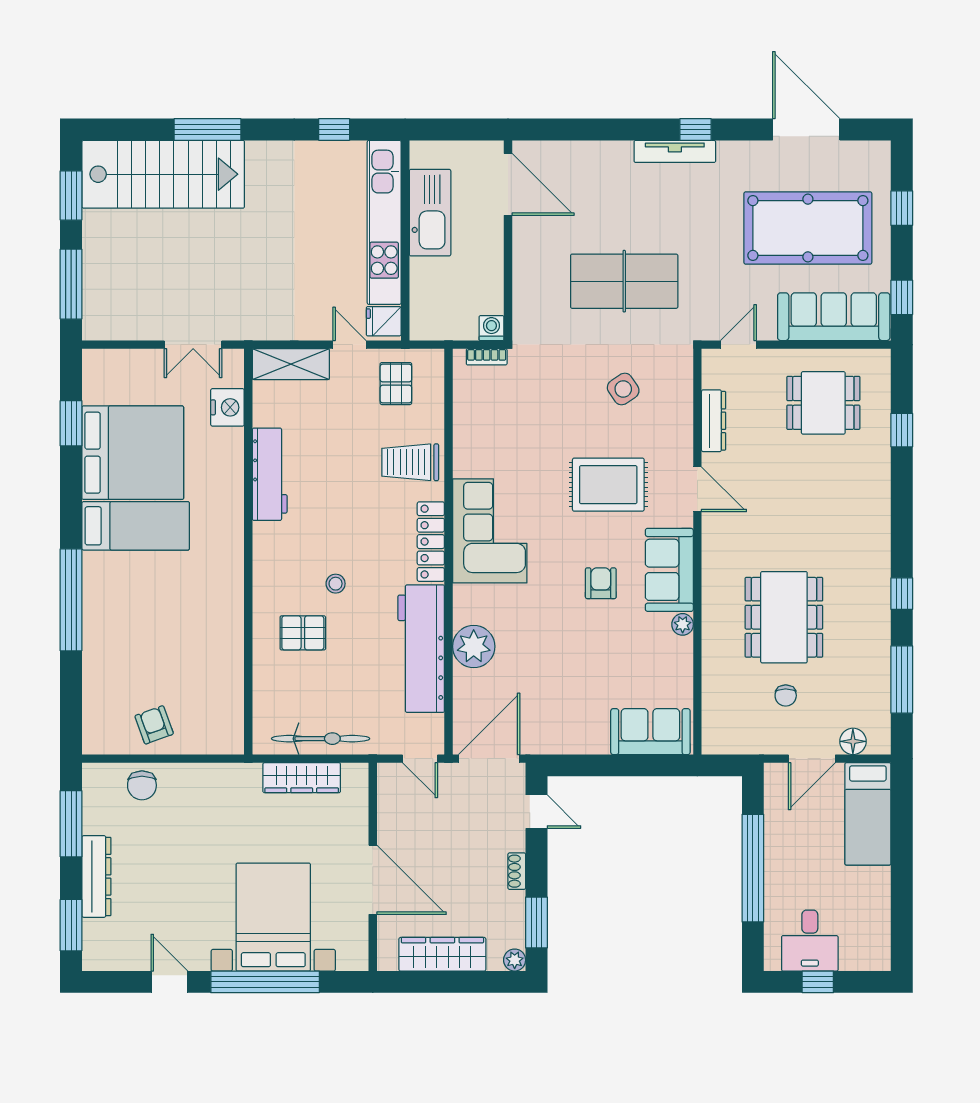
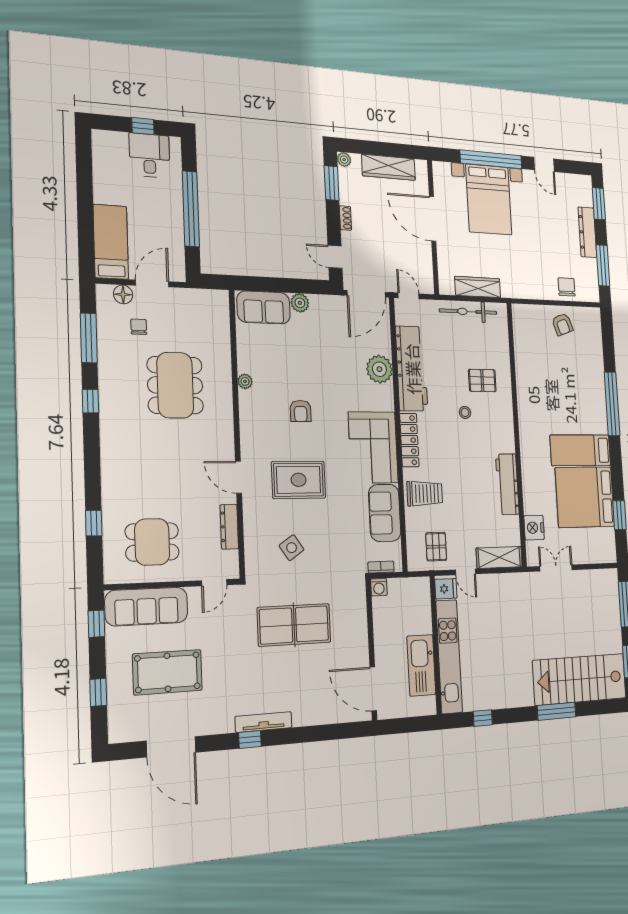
pool table: (808, 228) -> (167, 672), width x0.73, depth x0.76
sofa: (669, 570) -> (385, 513), moved, turned 180
chair: (786, 696) -> (139, 327), moved
plant: (595, 741) -> (300, 303), added

